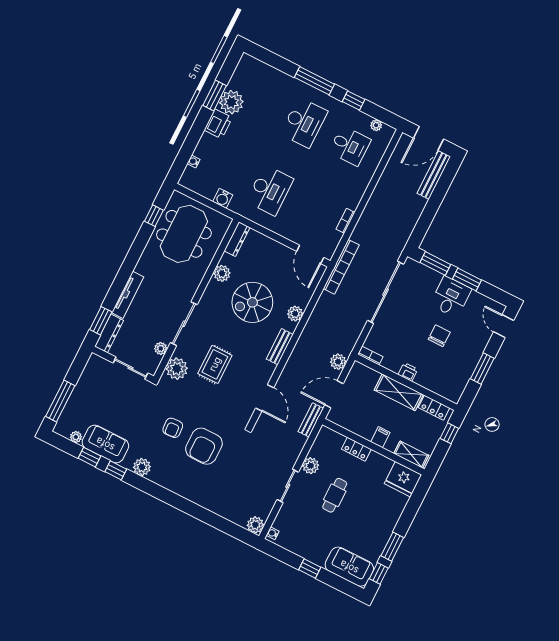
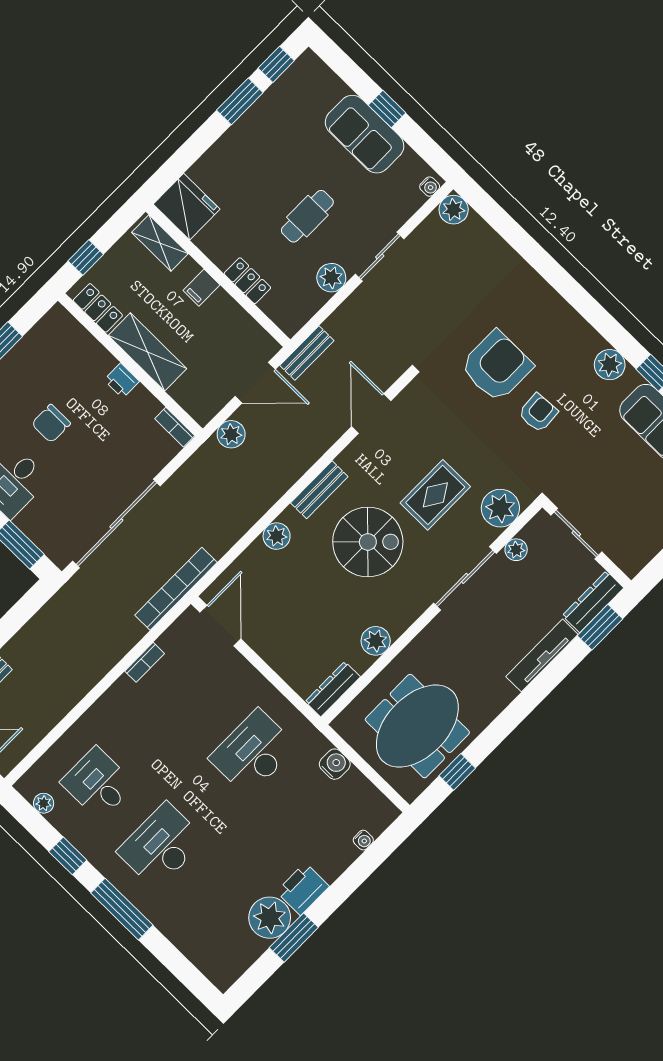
spiral stairs: (252, 302) -> (368, 542), moved
sofa: (349, 567) -> (365, 134), moved

